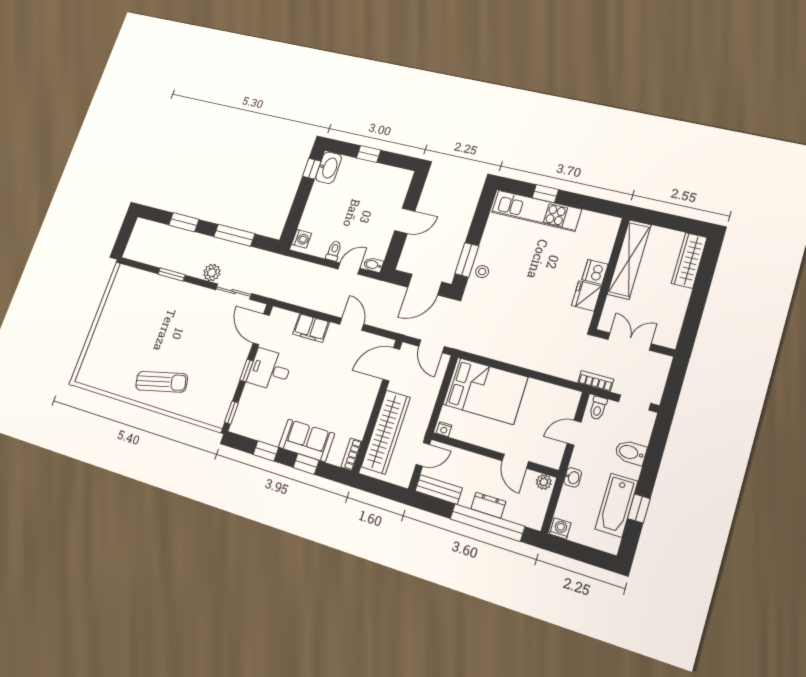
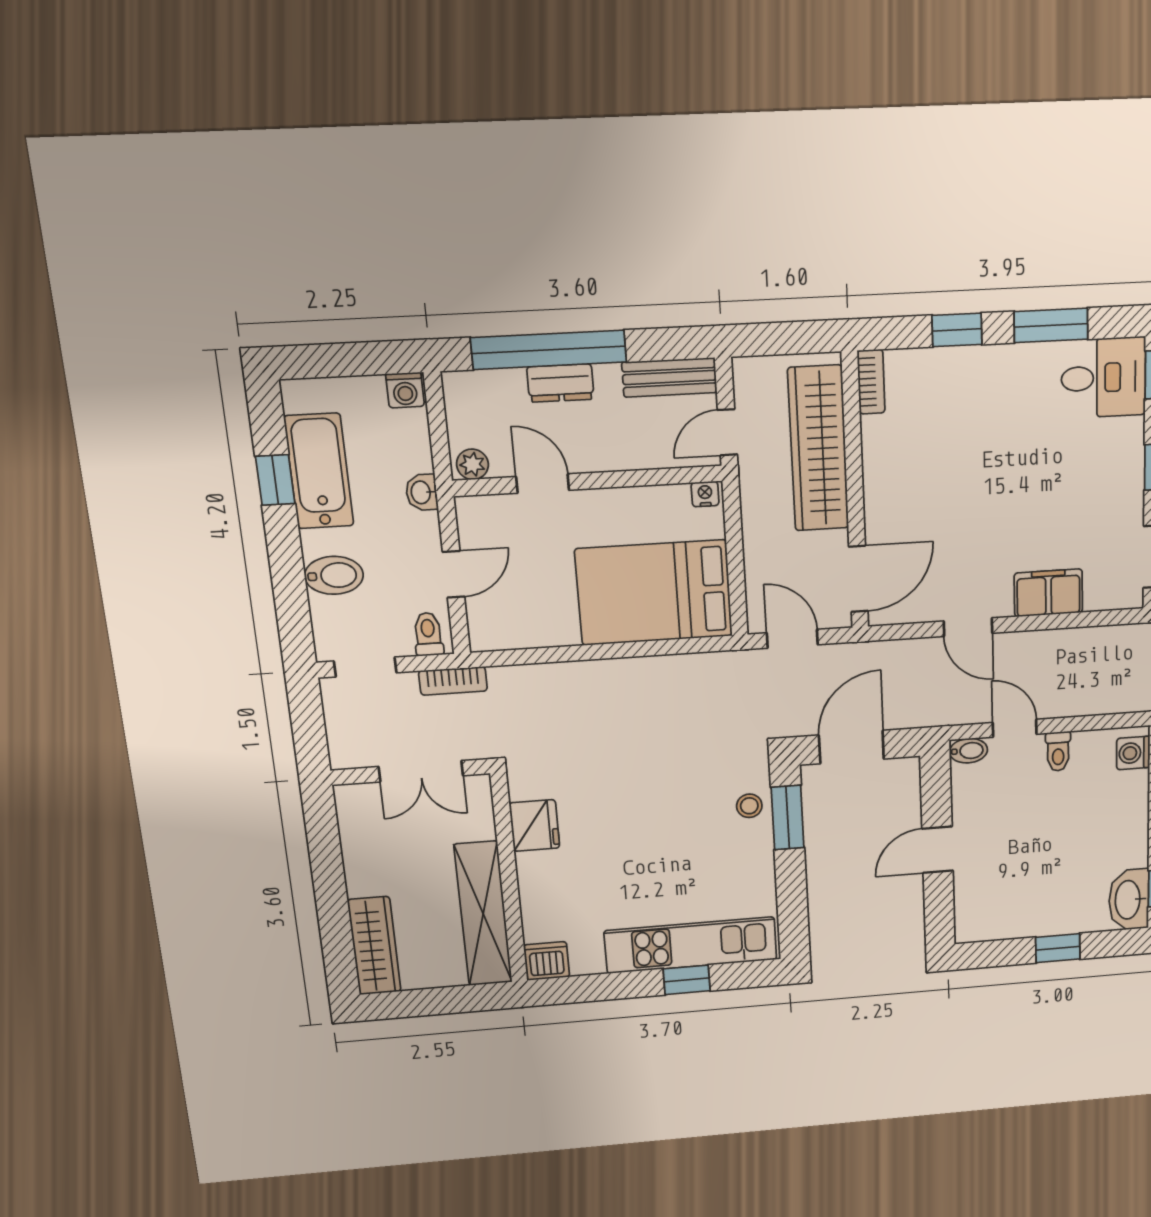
door: (349, 269) -> (1015, 728), swing flipped
dishwasher: (595, 272) -> (547, 961), moved, turned -90
desk: (270, 370) -> (1104, 378), moved
sofa: (307, 440) -> (974, 376), removed
window: (266, 451) -> (1051, 325), width x1.50

